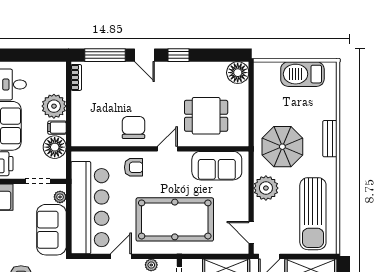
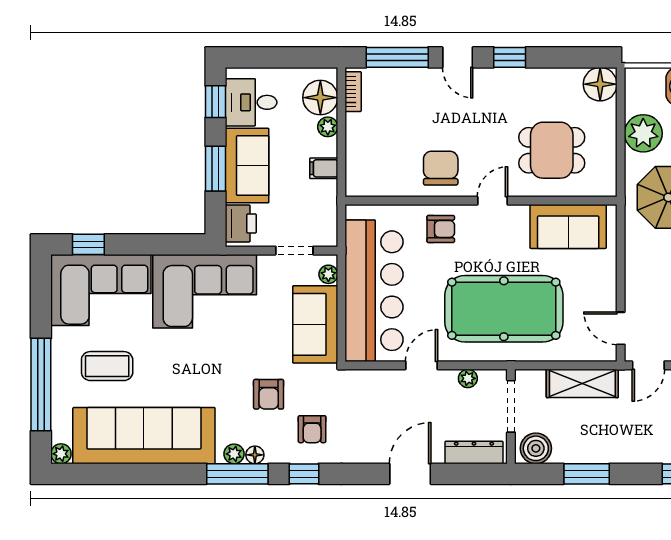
plant: (54, 106) -> (328, 127), width x0.53, depth x0.53
floor lamp: (55, 147) -> (320, 98), moved
plant: (266, 188) -> (643, 133), moved

